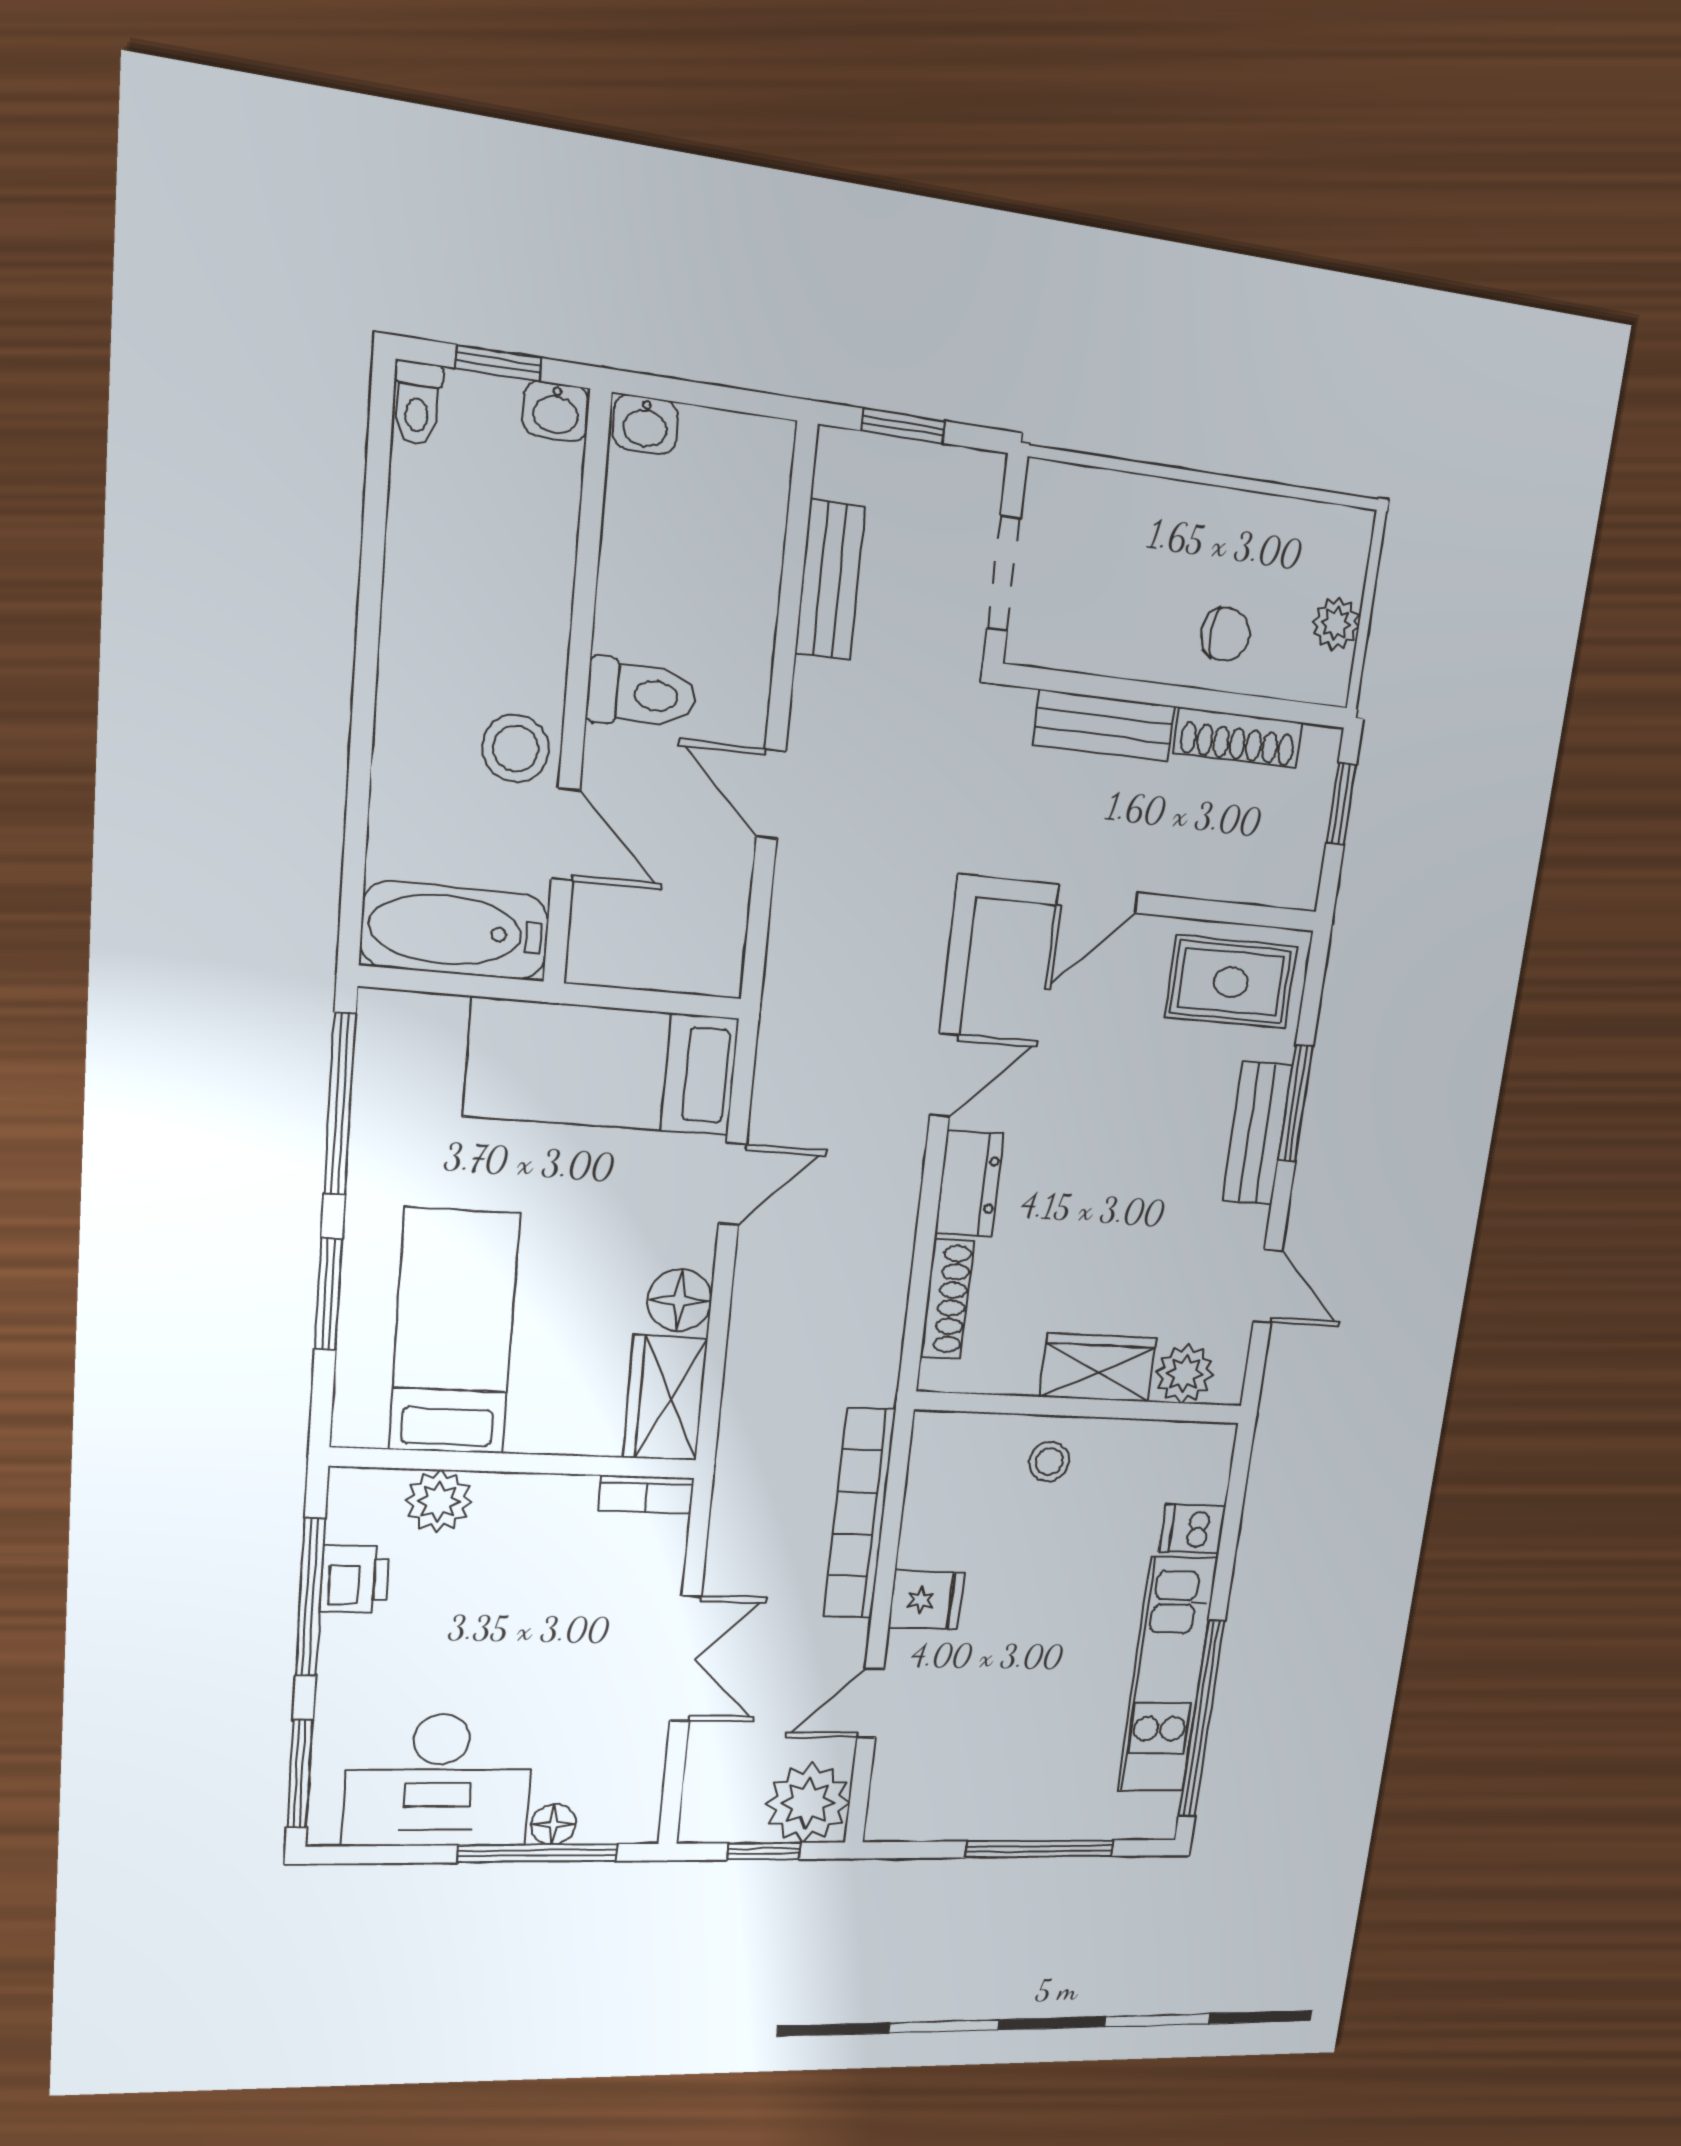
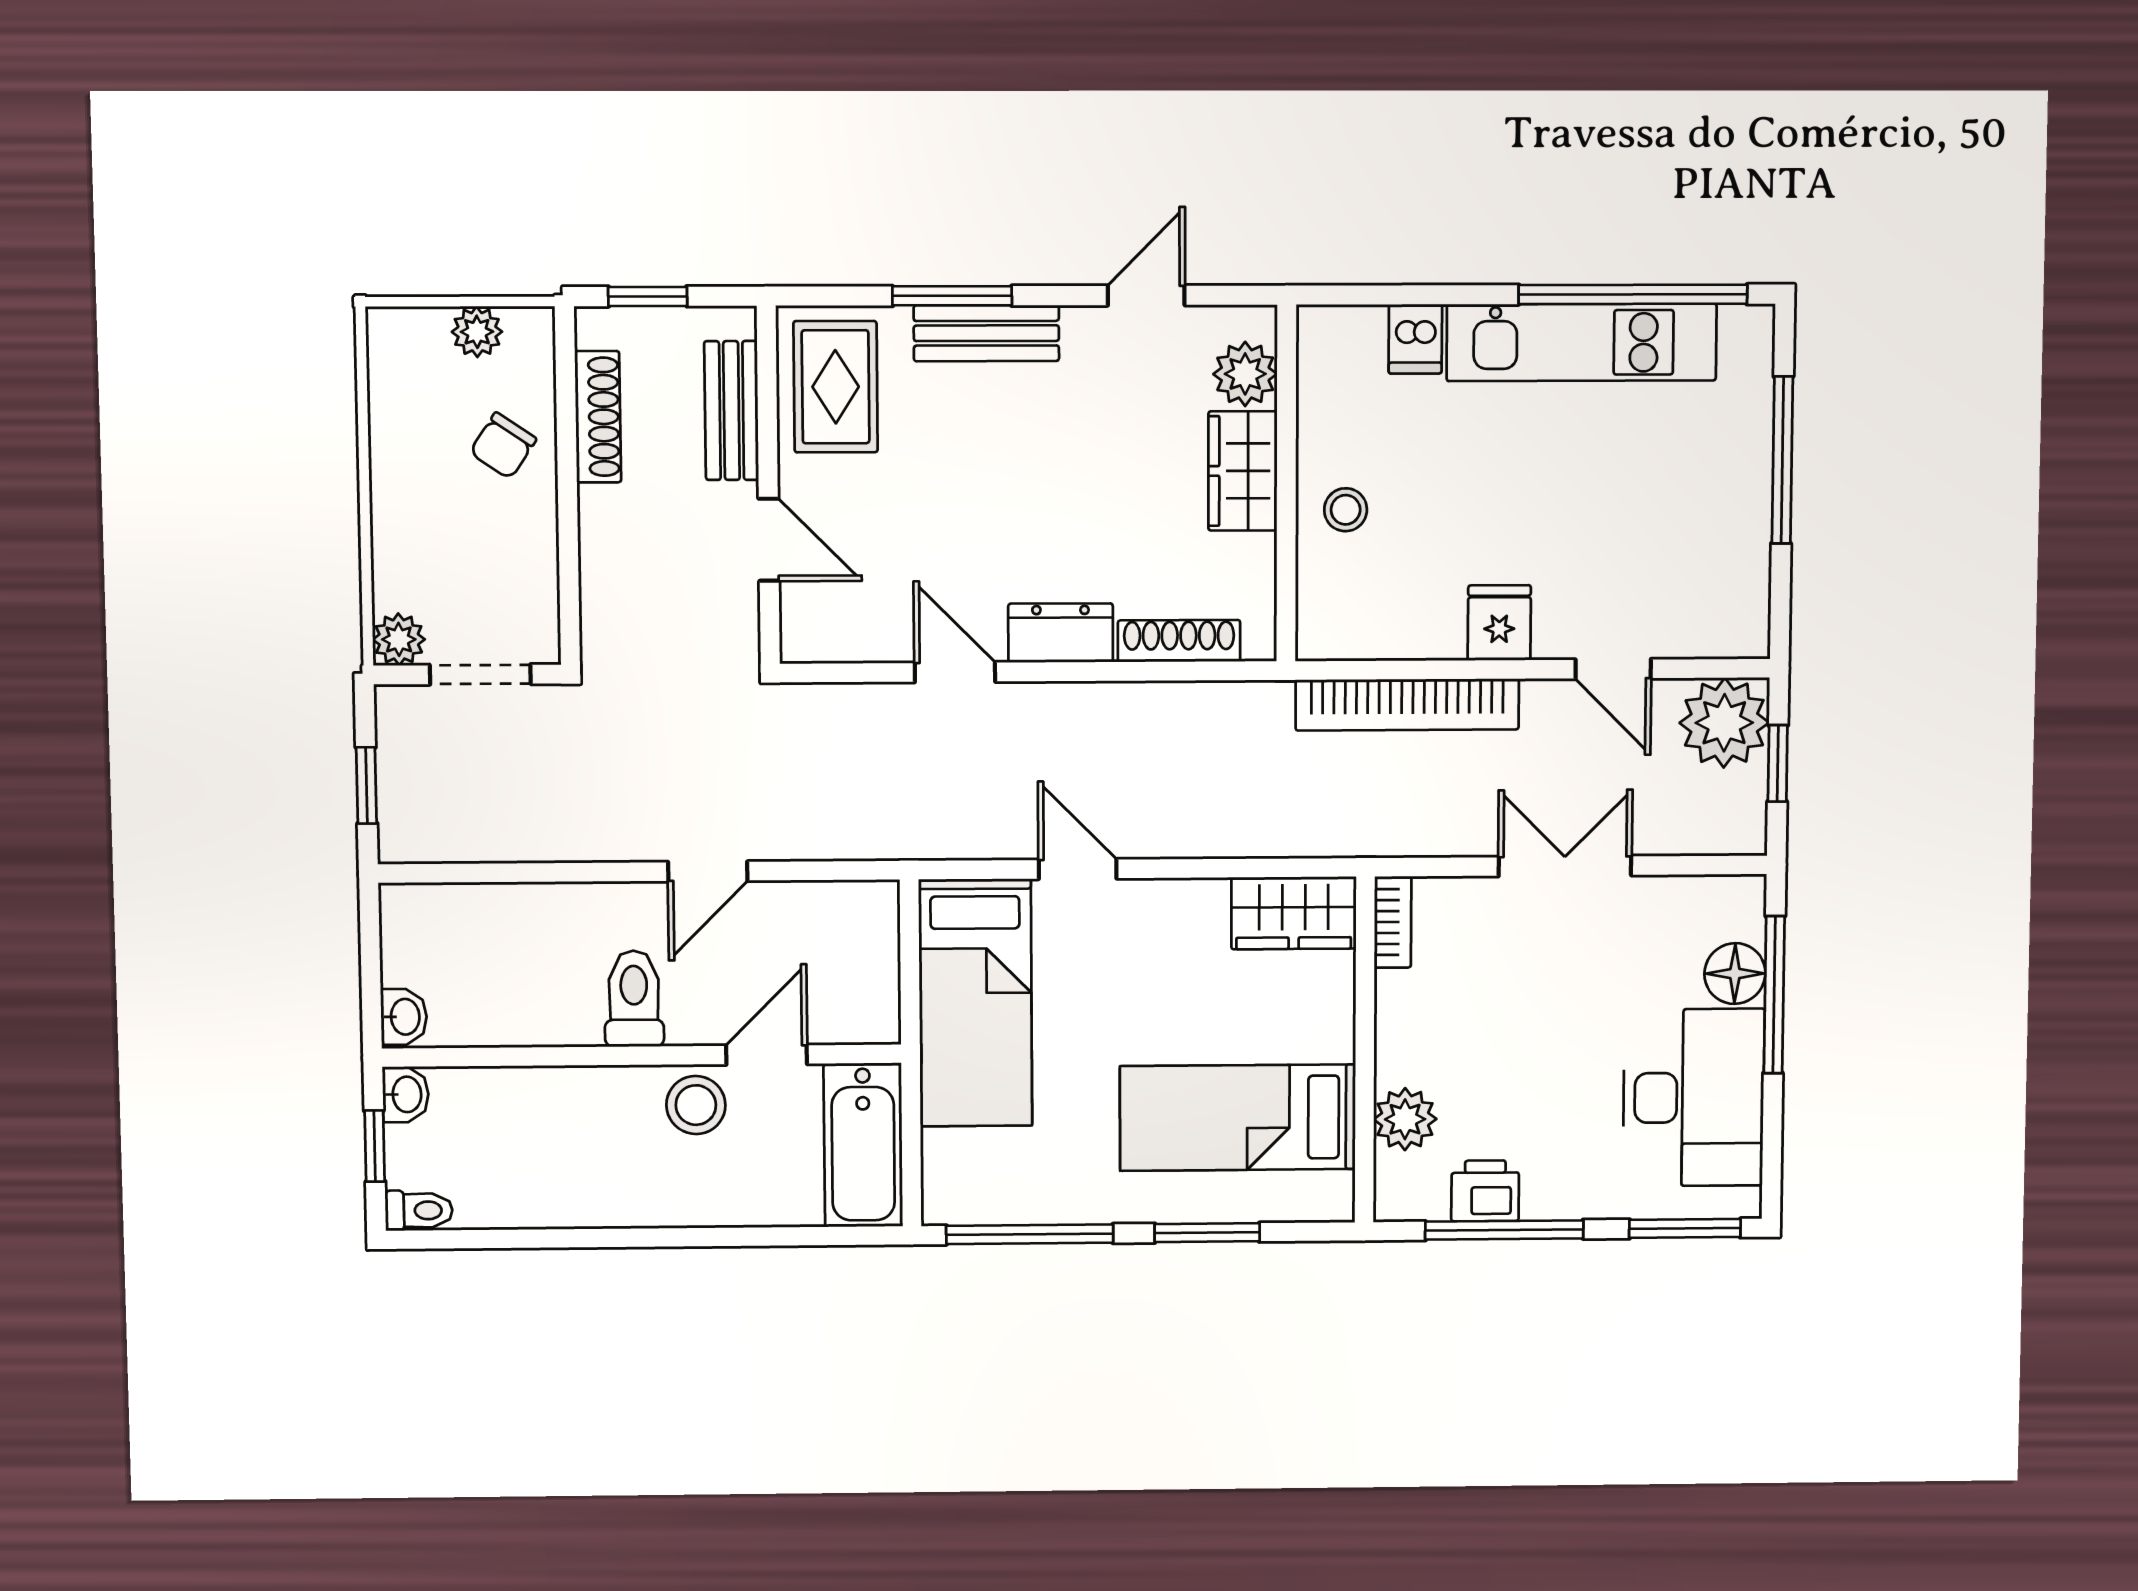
plant: (1050, 489) -> (399, 639), added
bench: (830, 580) -> (510, 838), removed
chair: (1225, 634) -> (503, 446), turned -150
bench: (1104, 726) -> (731, 411), moved
floor lamp: (680, 1300) -> (1195, 908), removed
floor lamp: (554, 1824) -> (1735, 974), width x1.37, depth x1.37

